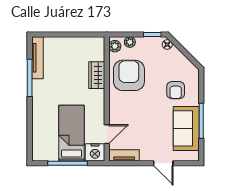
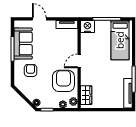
wardrobe: (97, 75) -> (86, 95), moved
armchair: (129, 75) -> (63, 81), turned 180
bed: (72, 133) -> (120, 40), moved
door: (107, 134) -> (79, 61), moved

